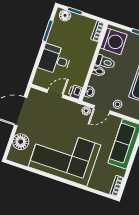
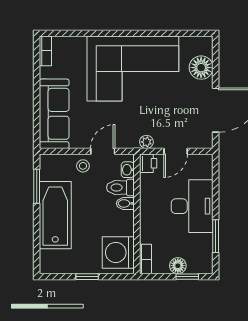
floor lamp: (65, 15) -> (178, 266), moved
desk: (55, 60) -> (192, 206), width x1.37
toilet: (105, 62) -> (120, 188), moved
plant: (86, 111) -> (146, 142), moved

